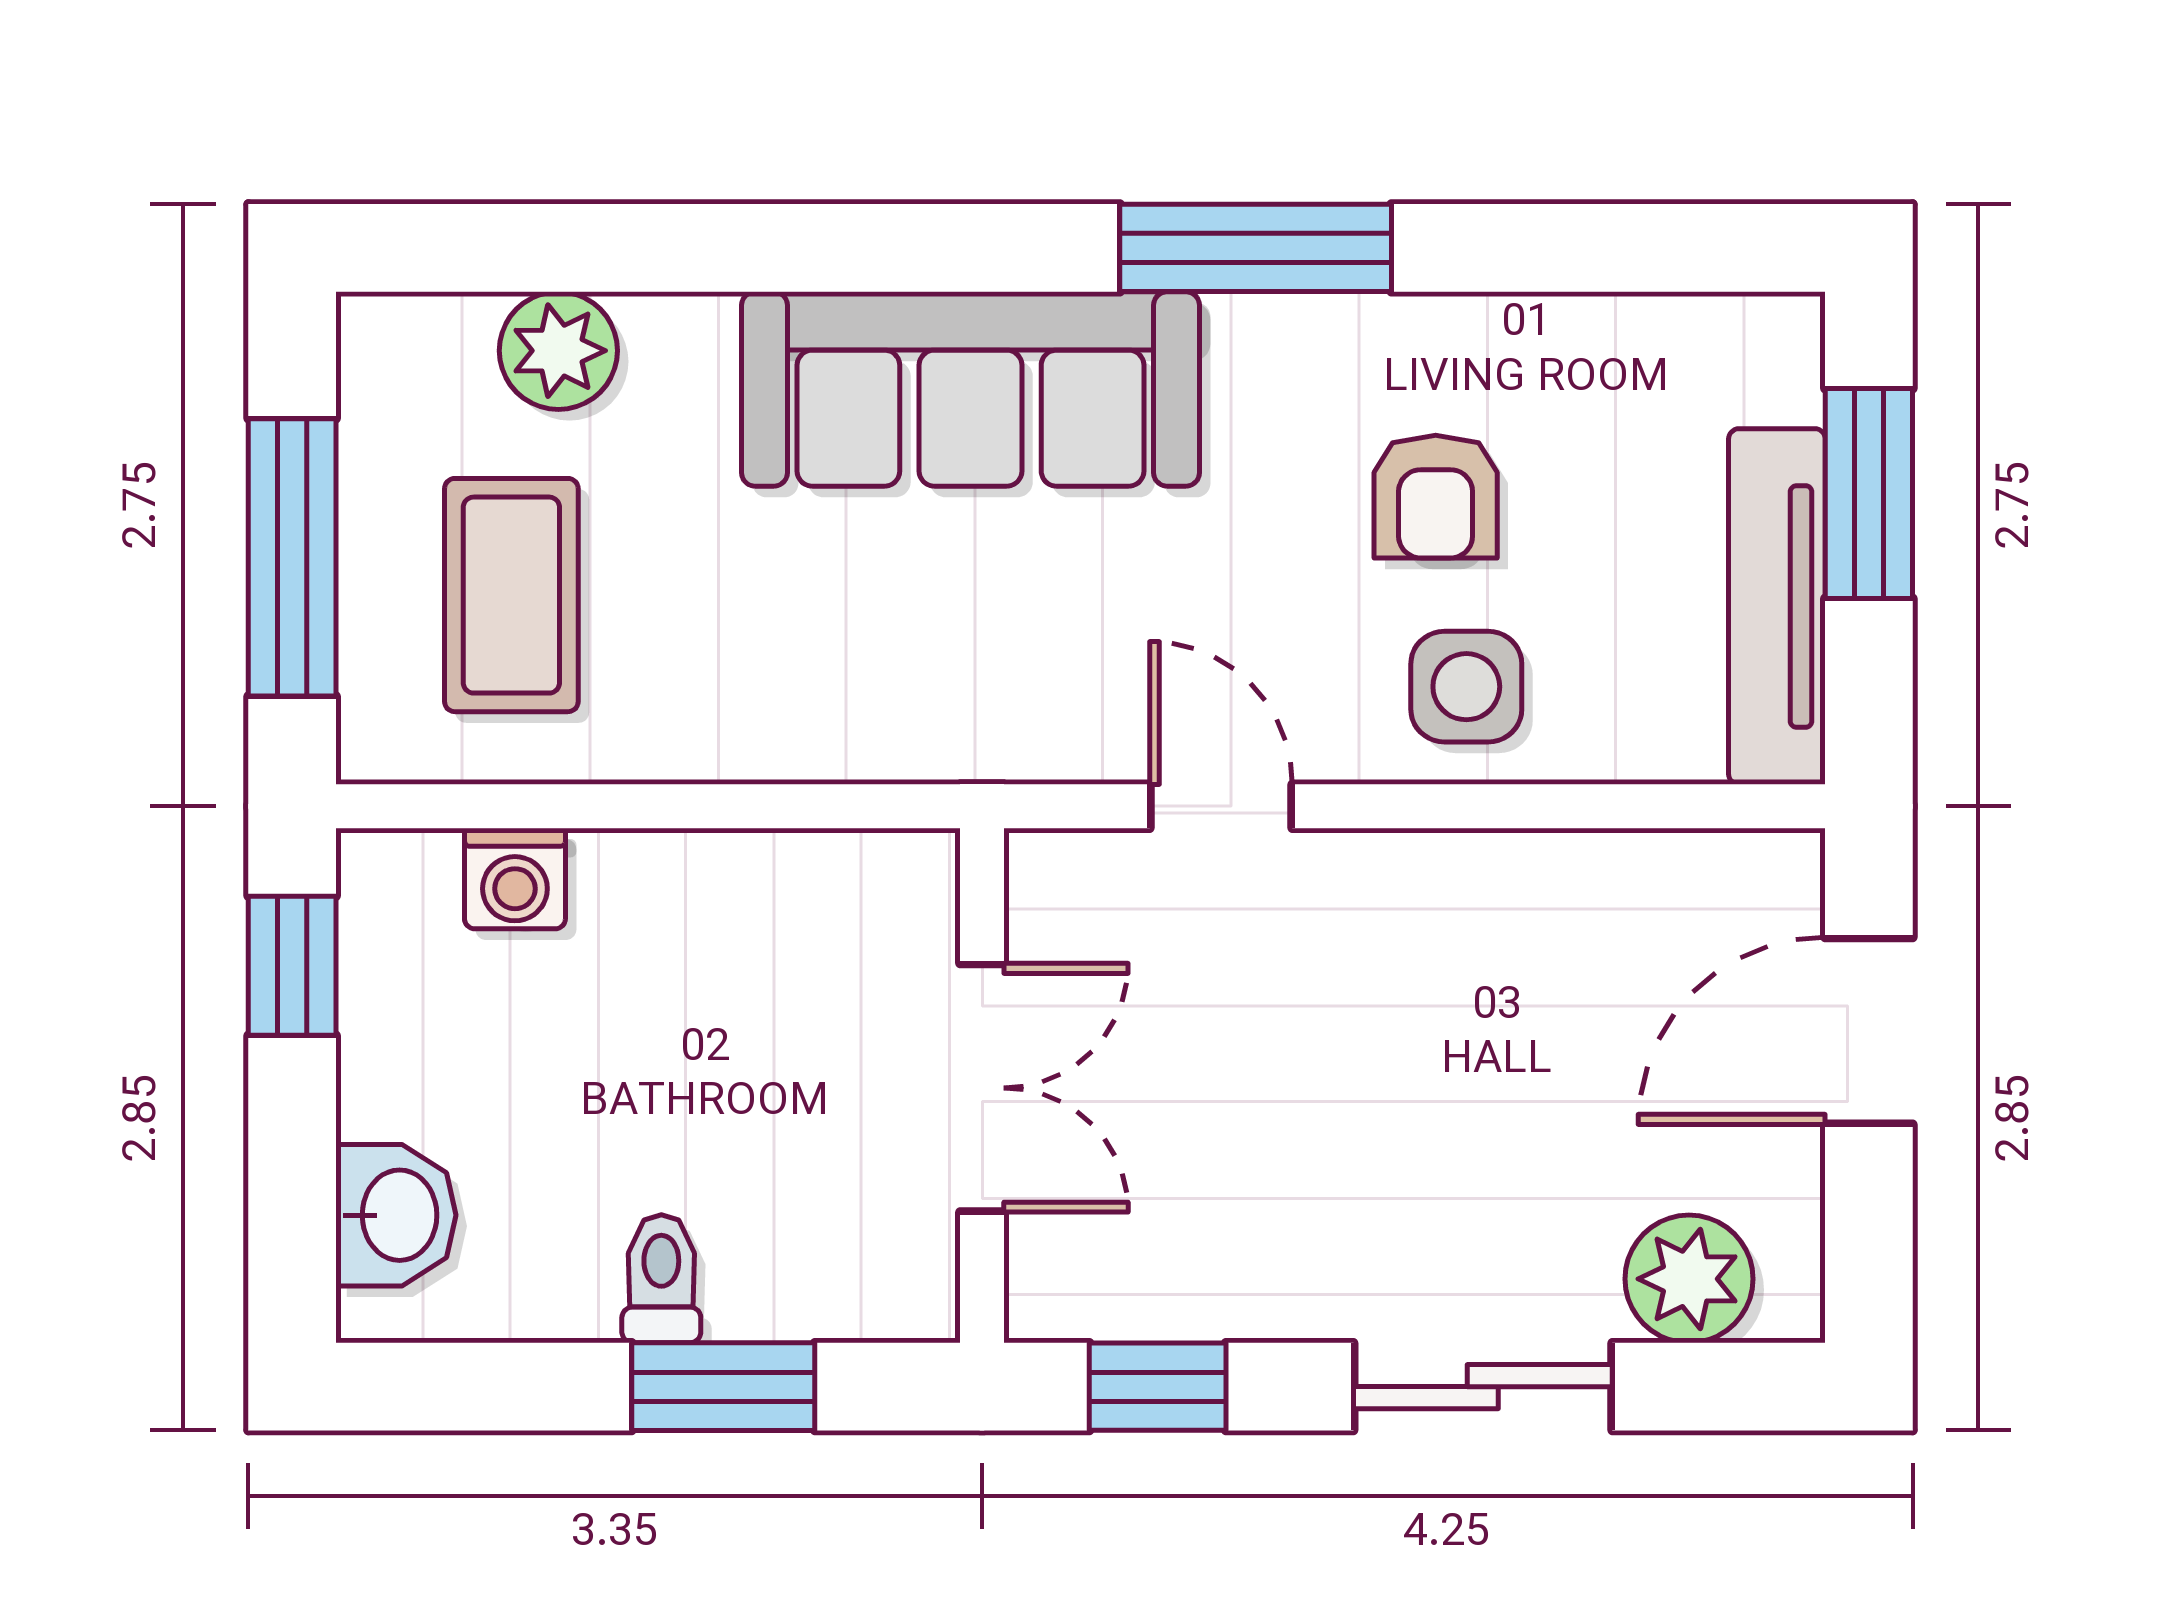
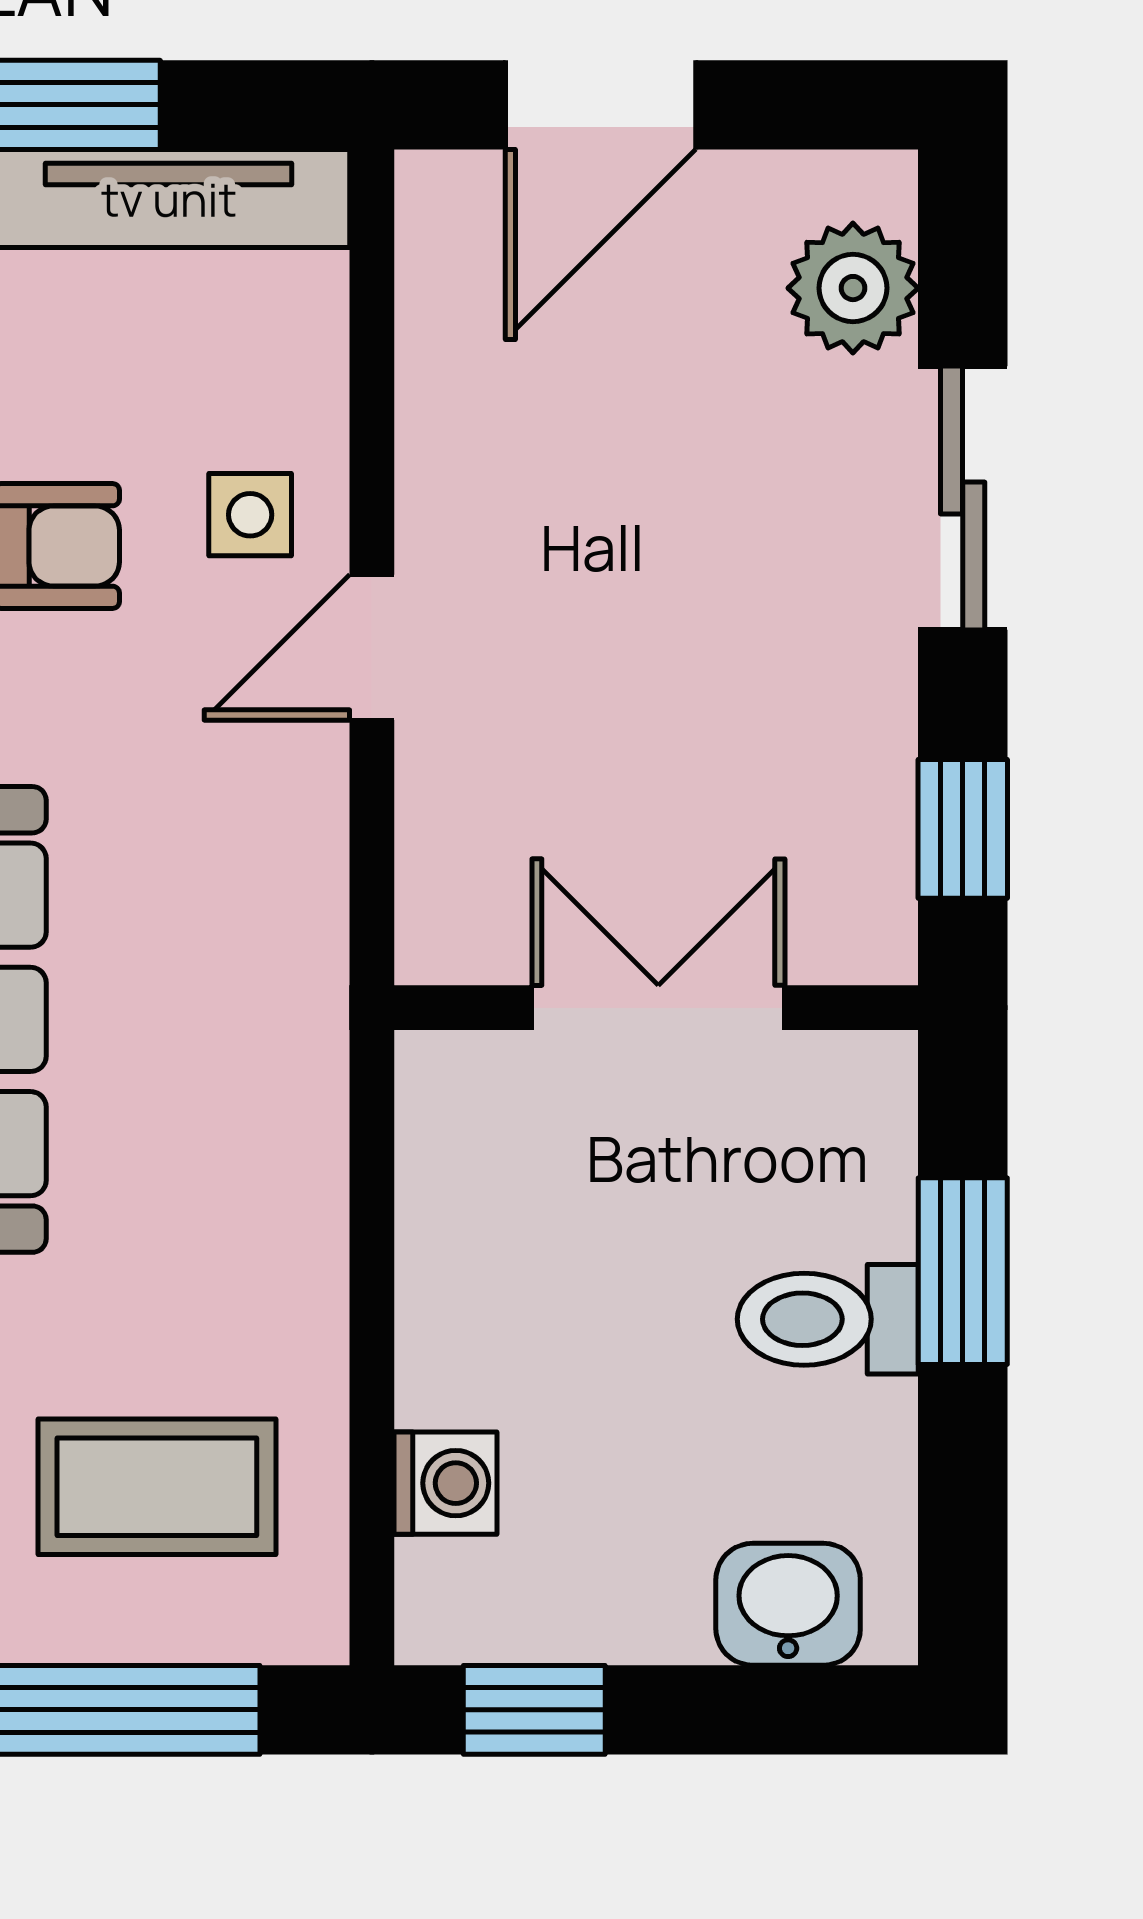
side table: (1466, 687) -> (250, 515), width x0.73, depth x0.73
door: (1221, 806) -> (372, 647), moved
door: (1869, 1031) -> (600, 105), hinge flipped
toilet: (661, 1279) -> (828, 1319), width x1.37, depth x1.39

